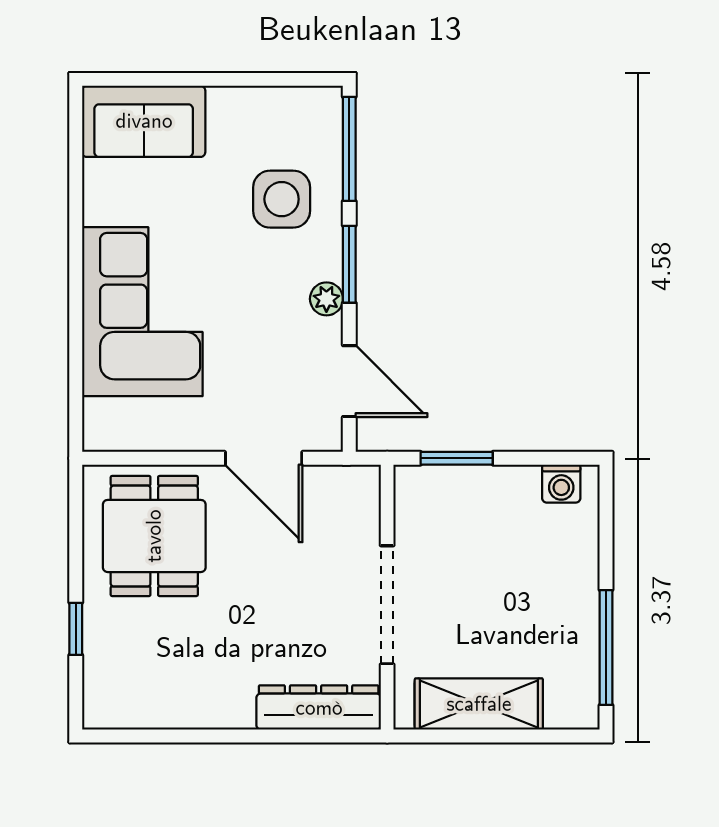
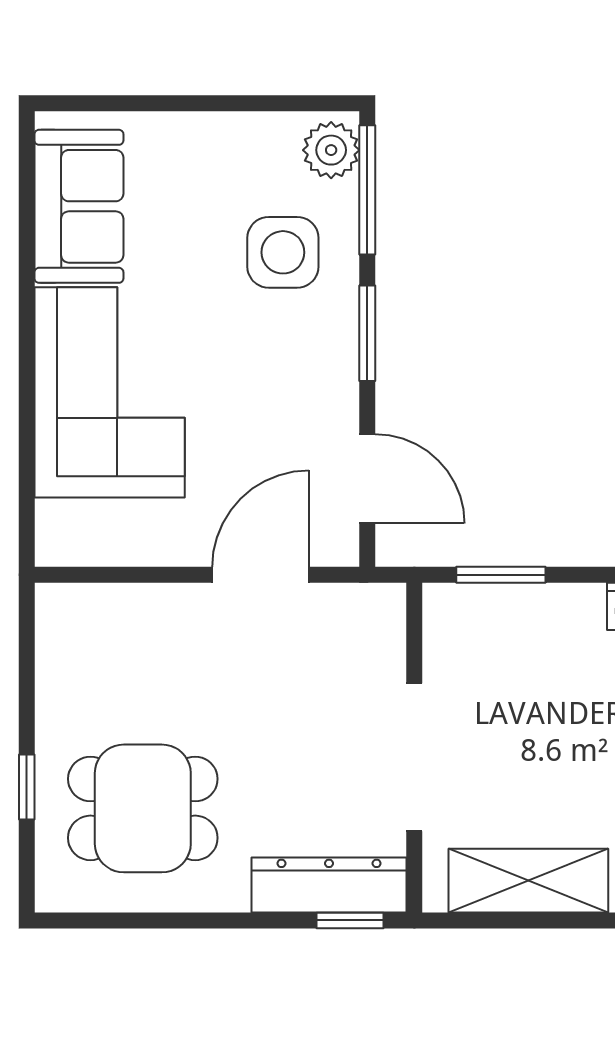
sofa: (144, 121) -> (79, 206), moved, turned -90
plant: (326, 299) -> (331, 150), moved, width x1.38, depth x1.38
door: (264, 458) -> (261, 575), swing flipped
dining table: (154, 536) -> (143, 808), moved, turned 90
window: (335, 736) -> (350, 920), added

